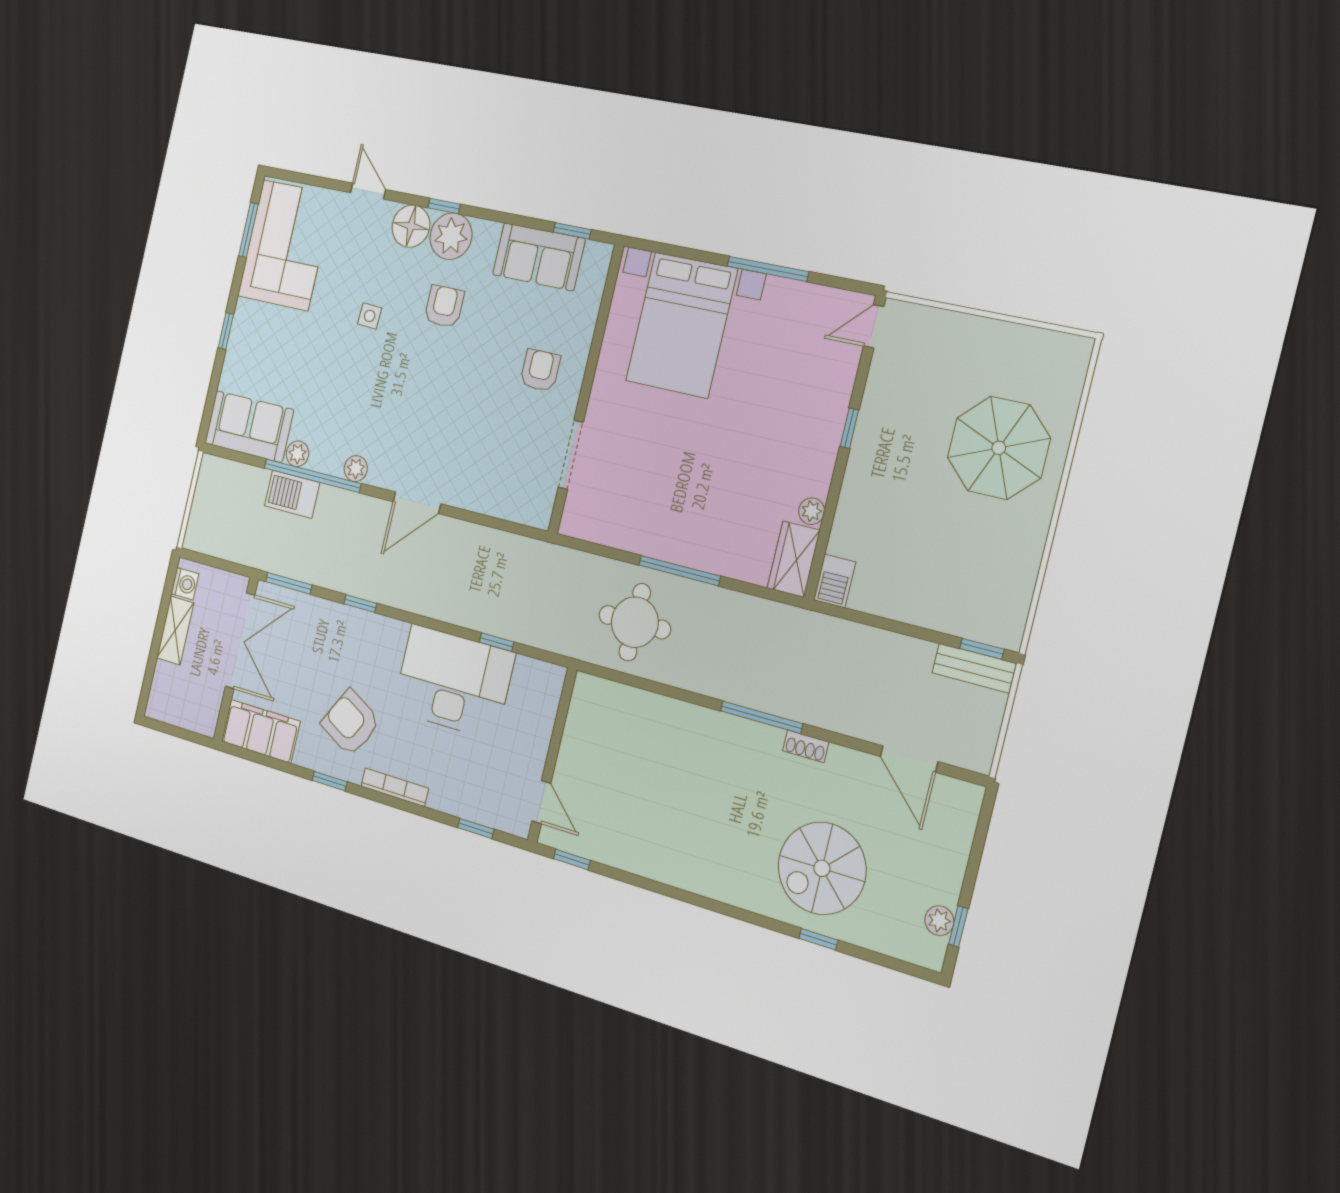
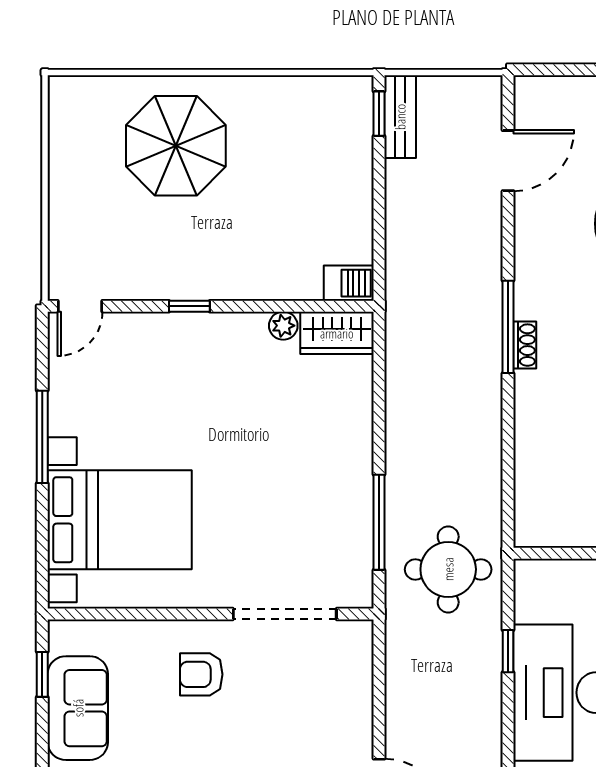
door: (874, 326) -> (80, 306), hinge flipped
doorway: (571, 455) -> (285, 614), width x1.36
window: (679, 571) -> (379, 522), moved
round table: (635, 622) -> (448, 569), moved
shoe rack: (806, 746) -> (525, 345), moved

